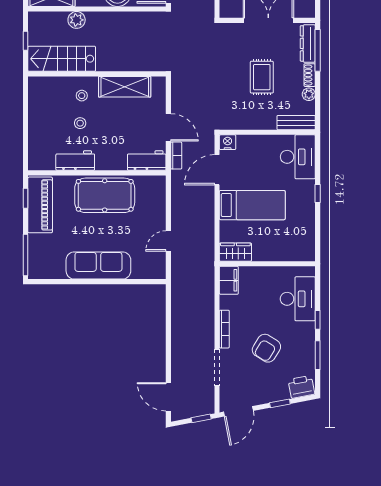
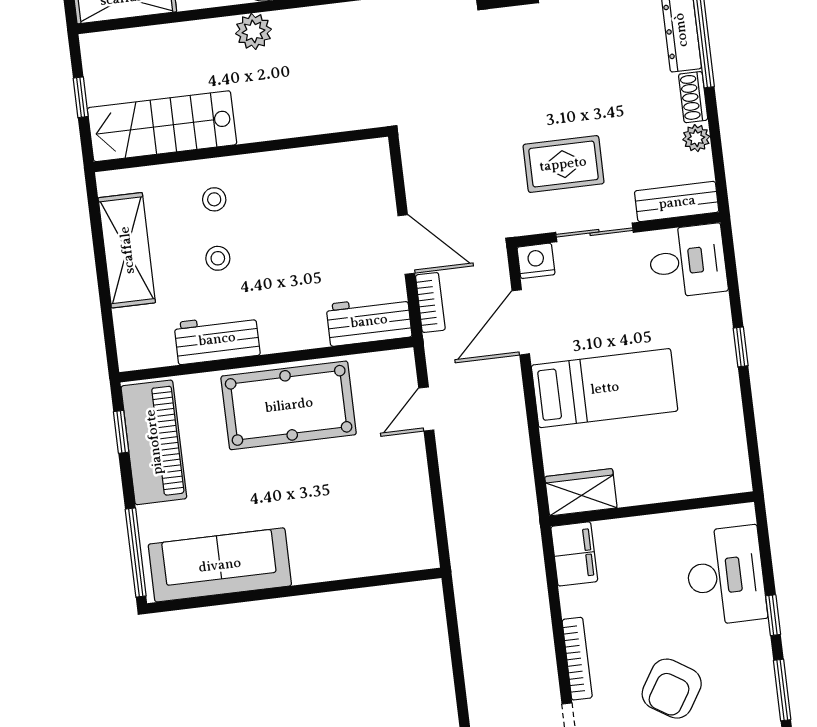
plant: (77, 20) -> (254, 31), moved
rug: (262, 77) -> (563, 164), moved, turned 90
shelving: (125, 87) -> (127, 250), moved, turned 90
sliding door: (256, 132) -> (594, 232), added
desk: (298, 157) -> (688, 261), width x0.73
door: (168, 241) -> (426, 409), moved
sofa: (98, 265) -> (220, 565), moved

